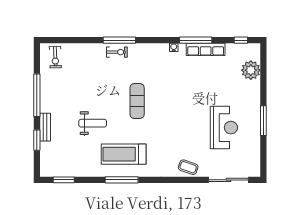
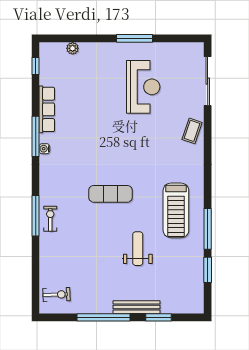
window: (196, 40) -> (36, 136), moved
plant: (251, 70) -> (73, 48), width x0.53, depth x0.53
bench: (45, 127) -> (136, 307), width x1.36
reception desk: (224, 128) -> (143, 87), turned 90
window: (64, 180) -> (208, 270), moved
window: (122, 180) -> (208, 229), moved

